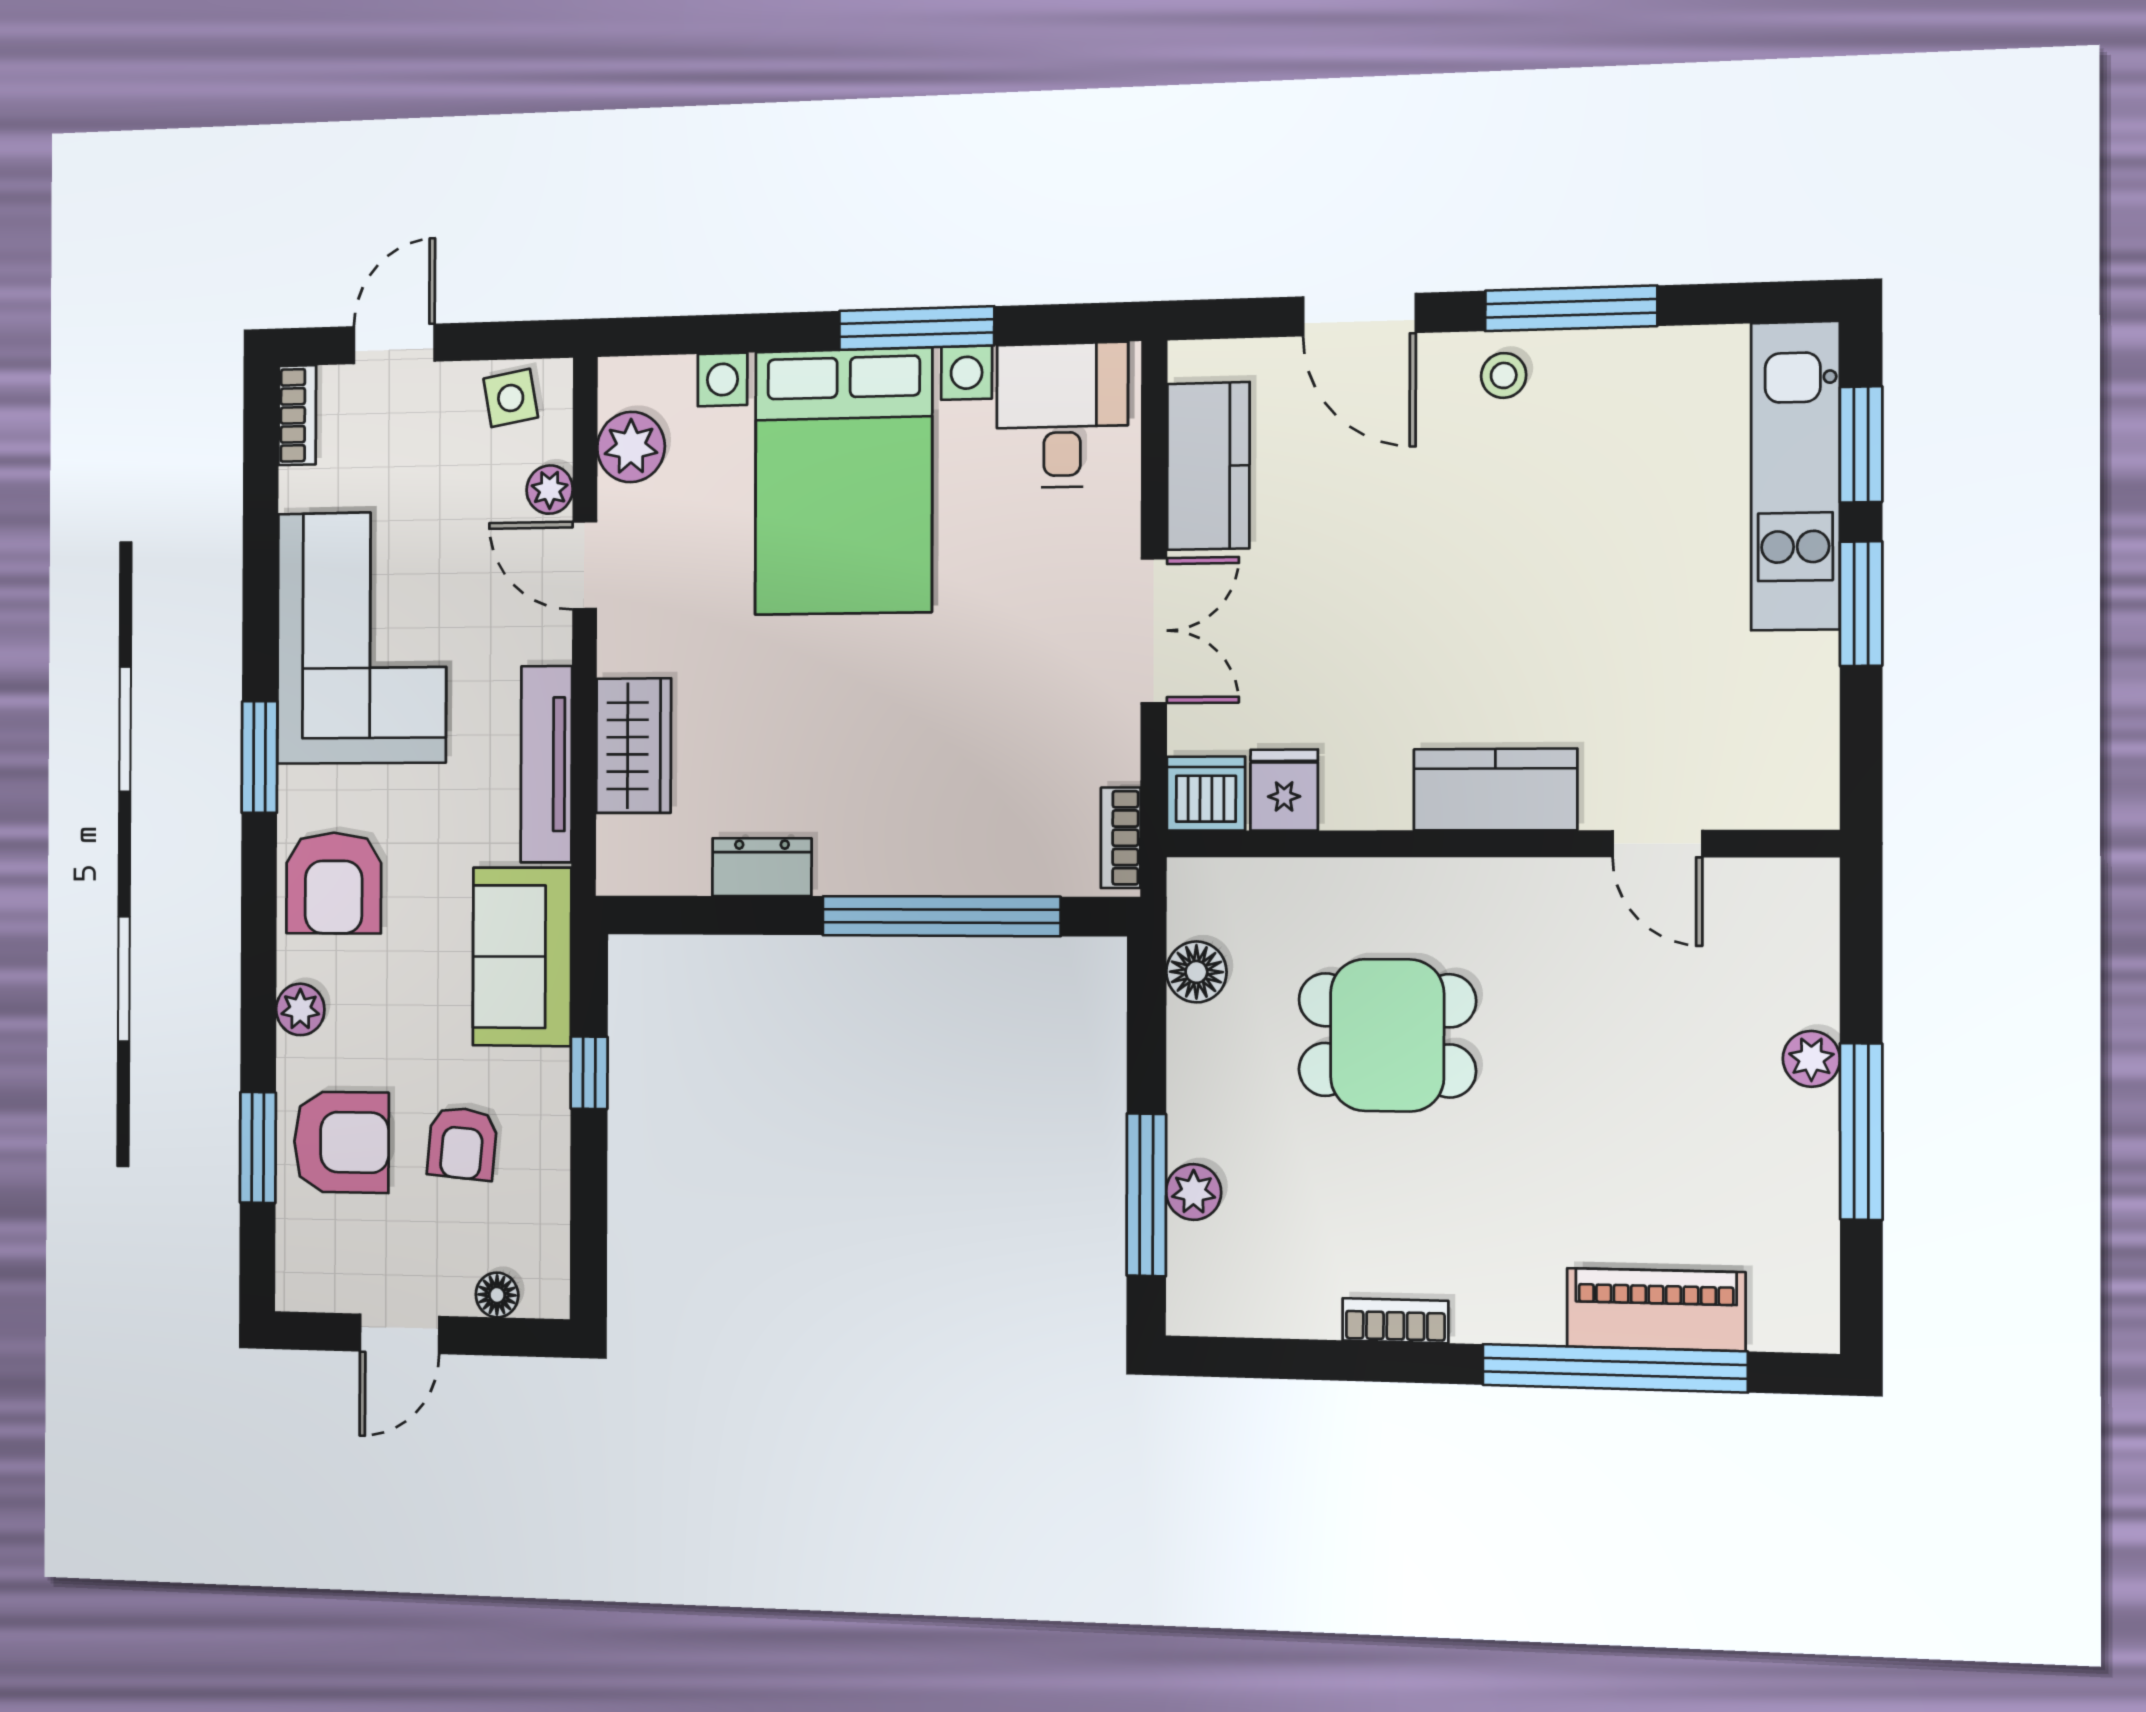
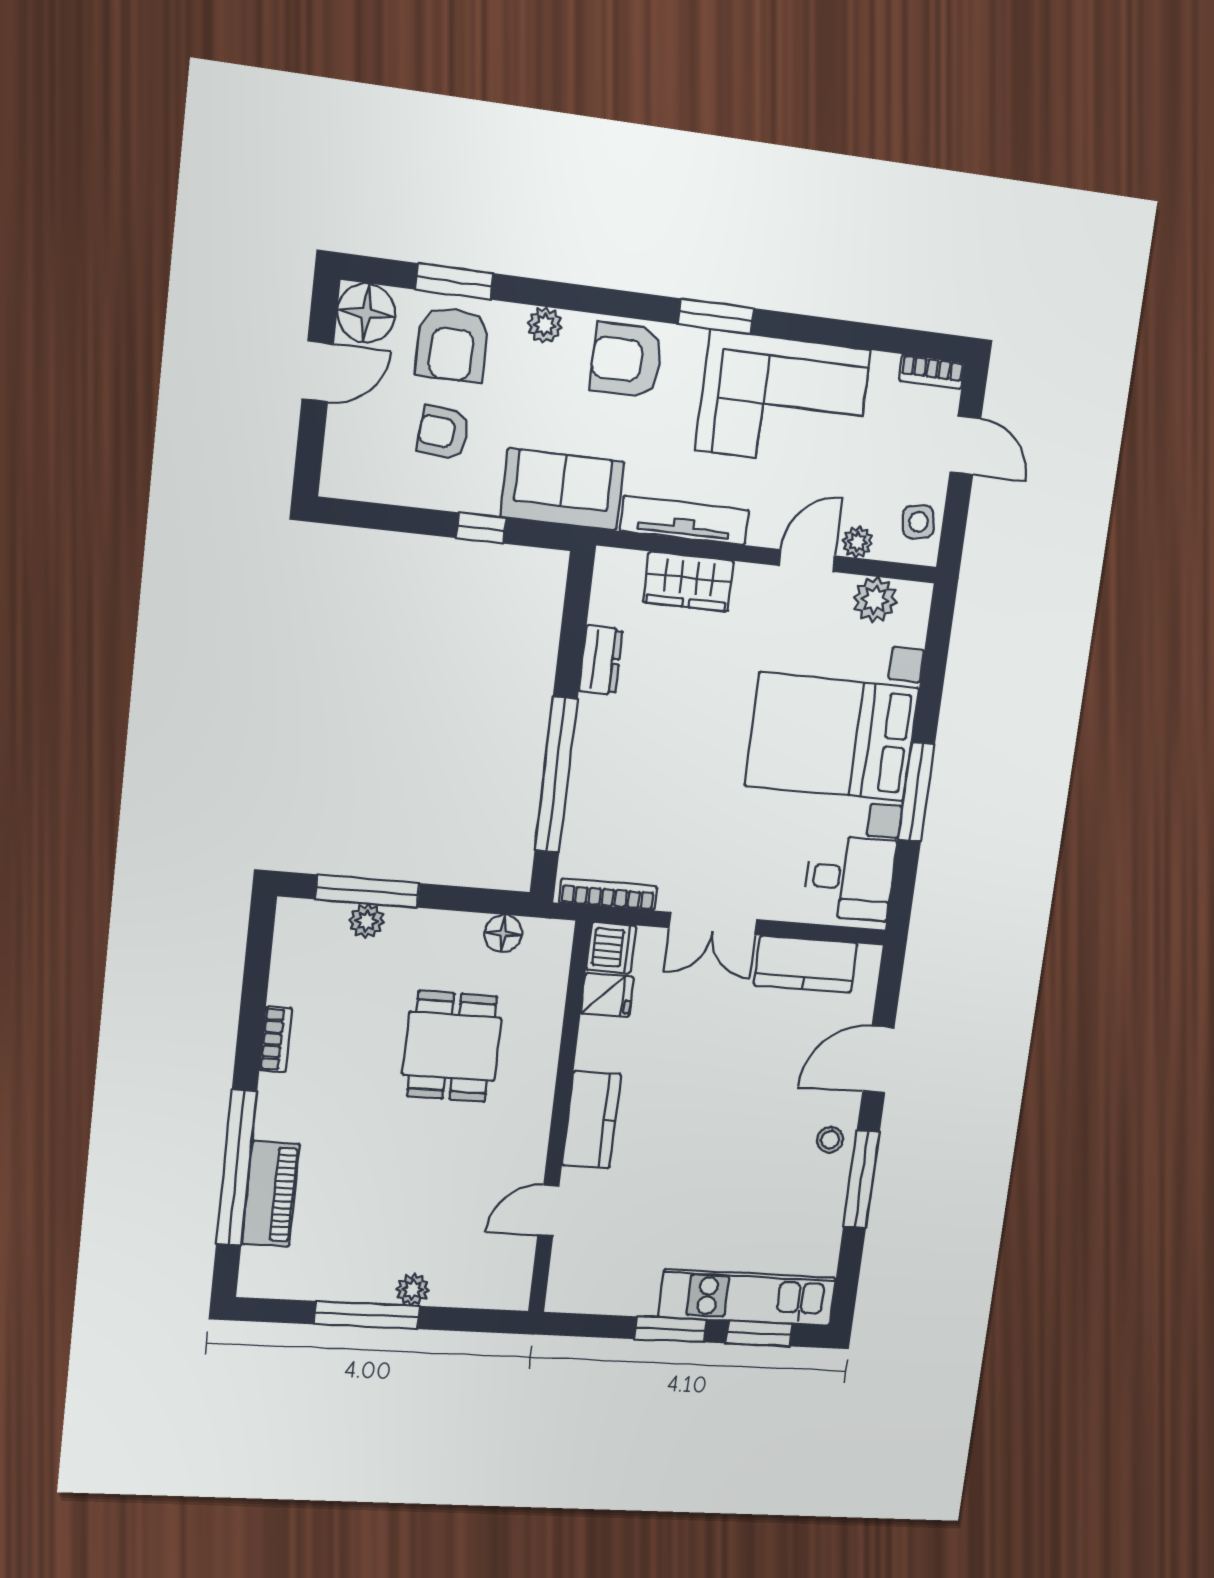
bookcase: (1121, 838) -> (608, 894), width x1.56
floor lamp: (497, 1295) -> (366, 313), moved, width x1.89, depth x1.89
door: (400, 1334) -> (318, 371), swing flipped

